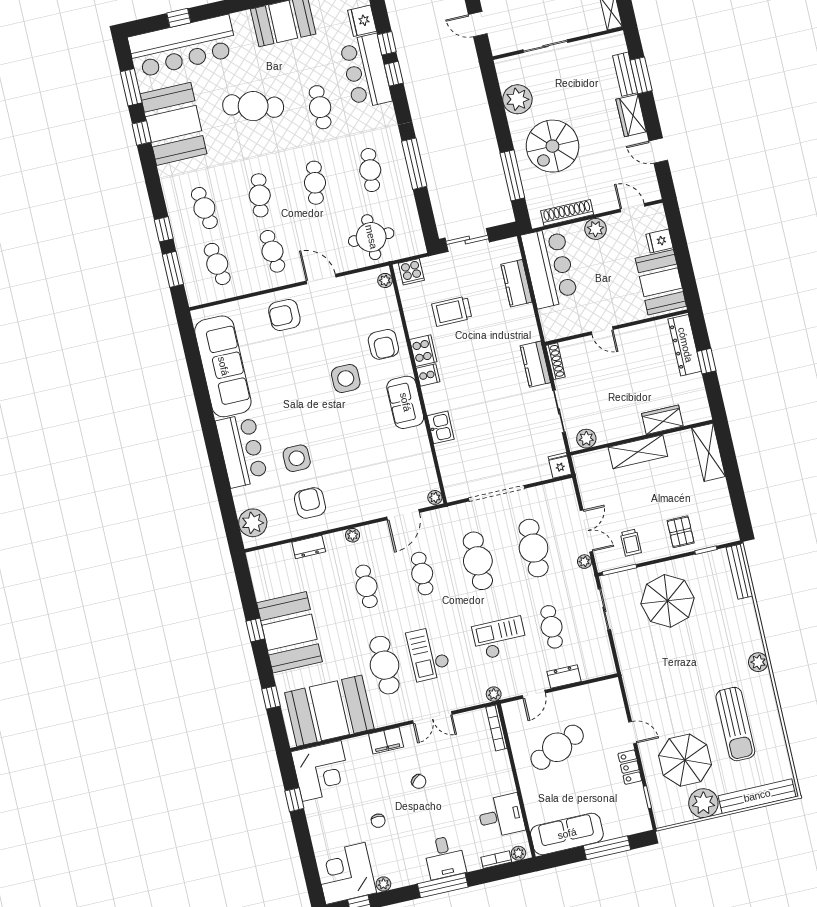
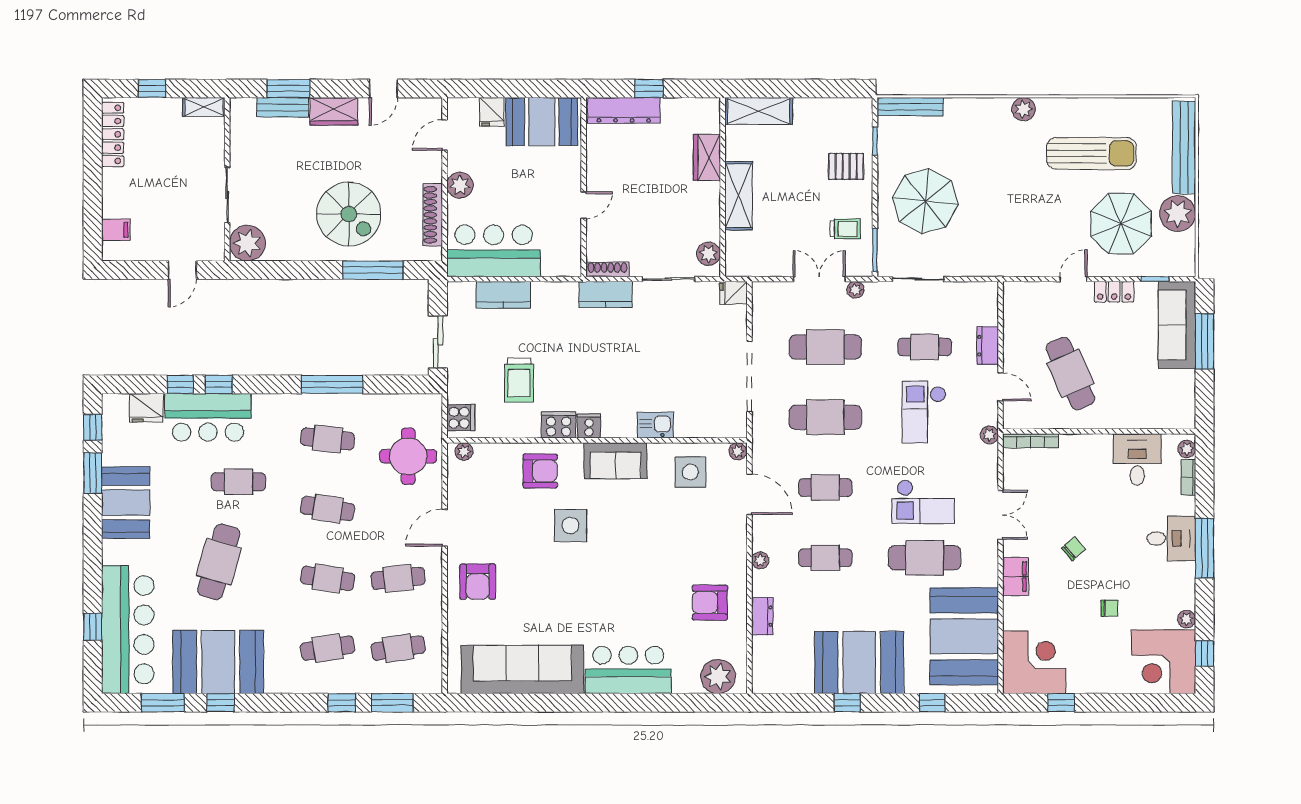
plant: (517, 99) -> (247, 243), moved
side table: (297, 458) -> (690, 472), moved
sofa: (567, 834) -> (1177, 325), moved

